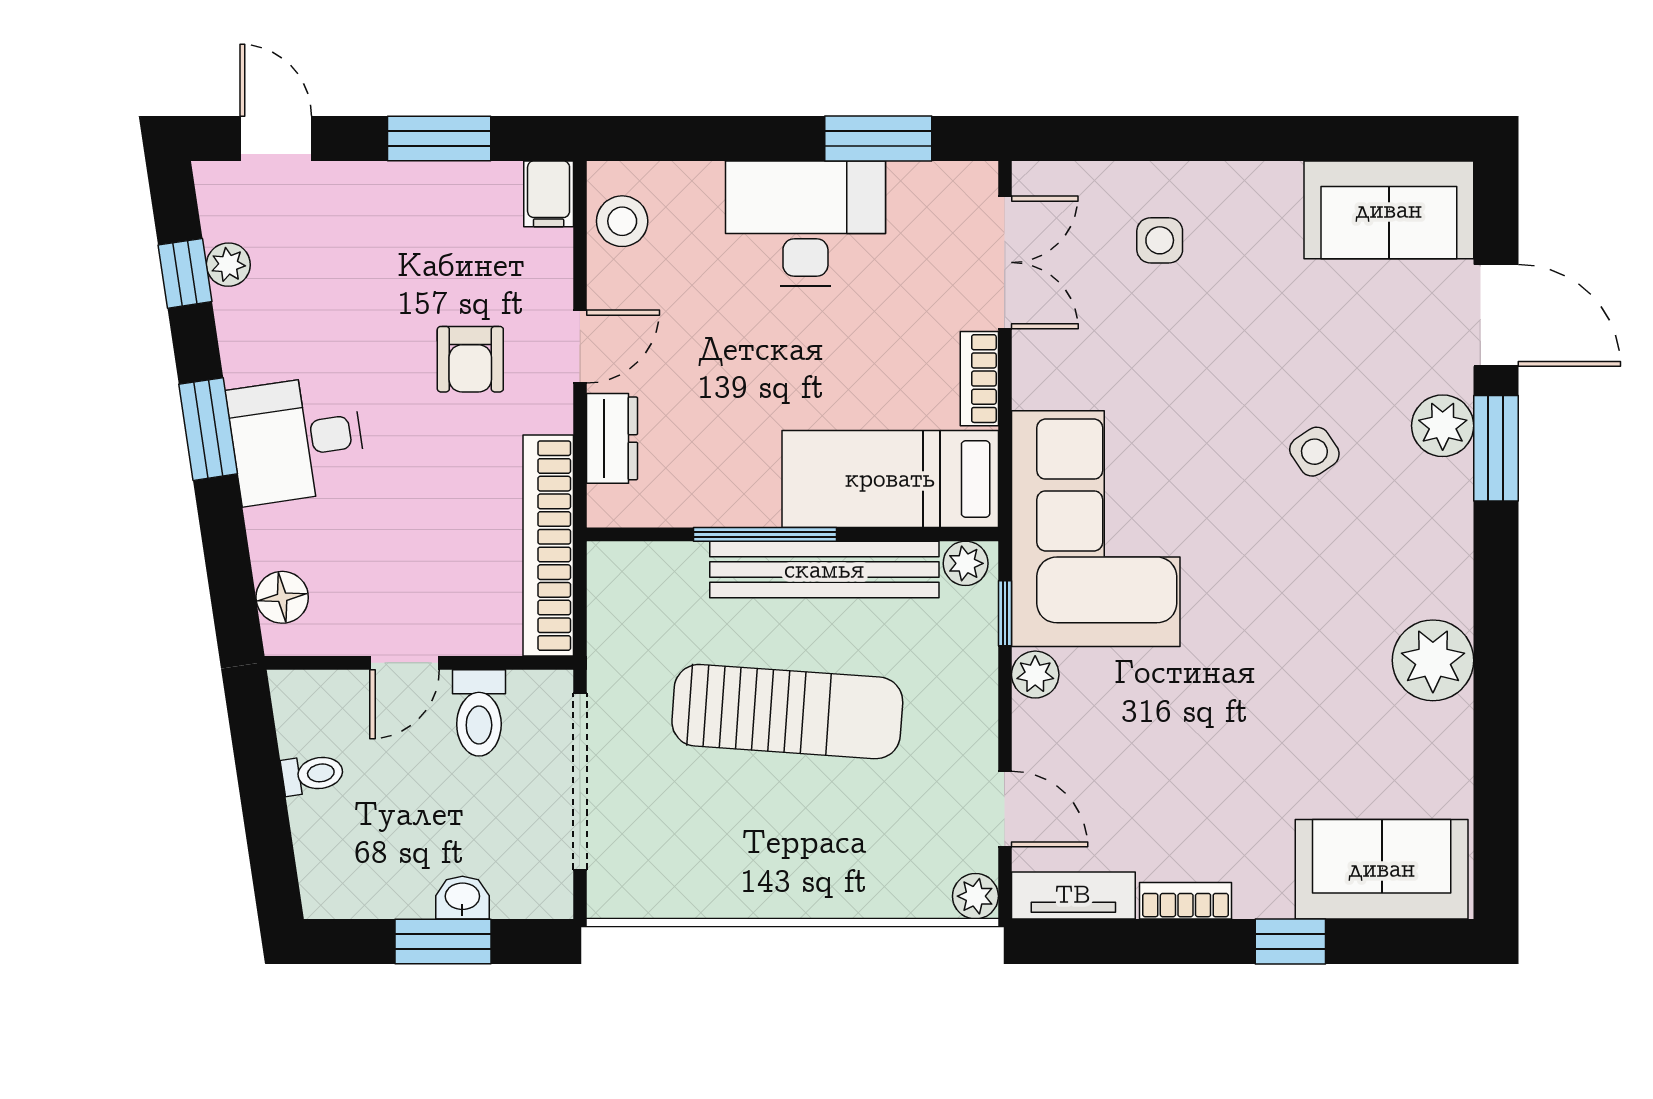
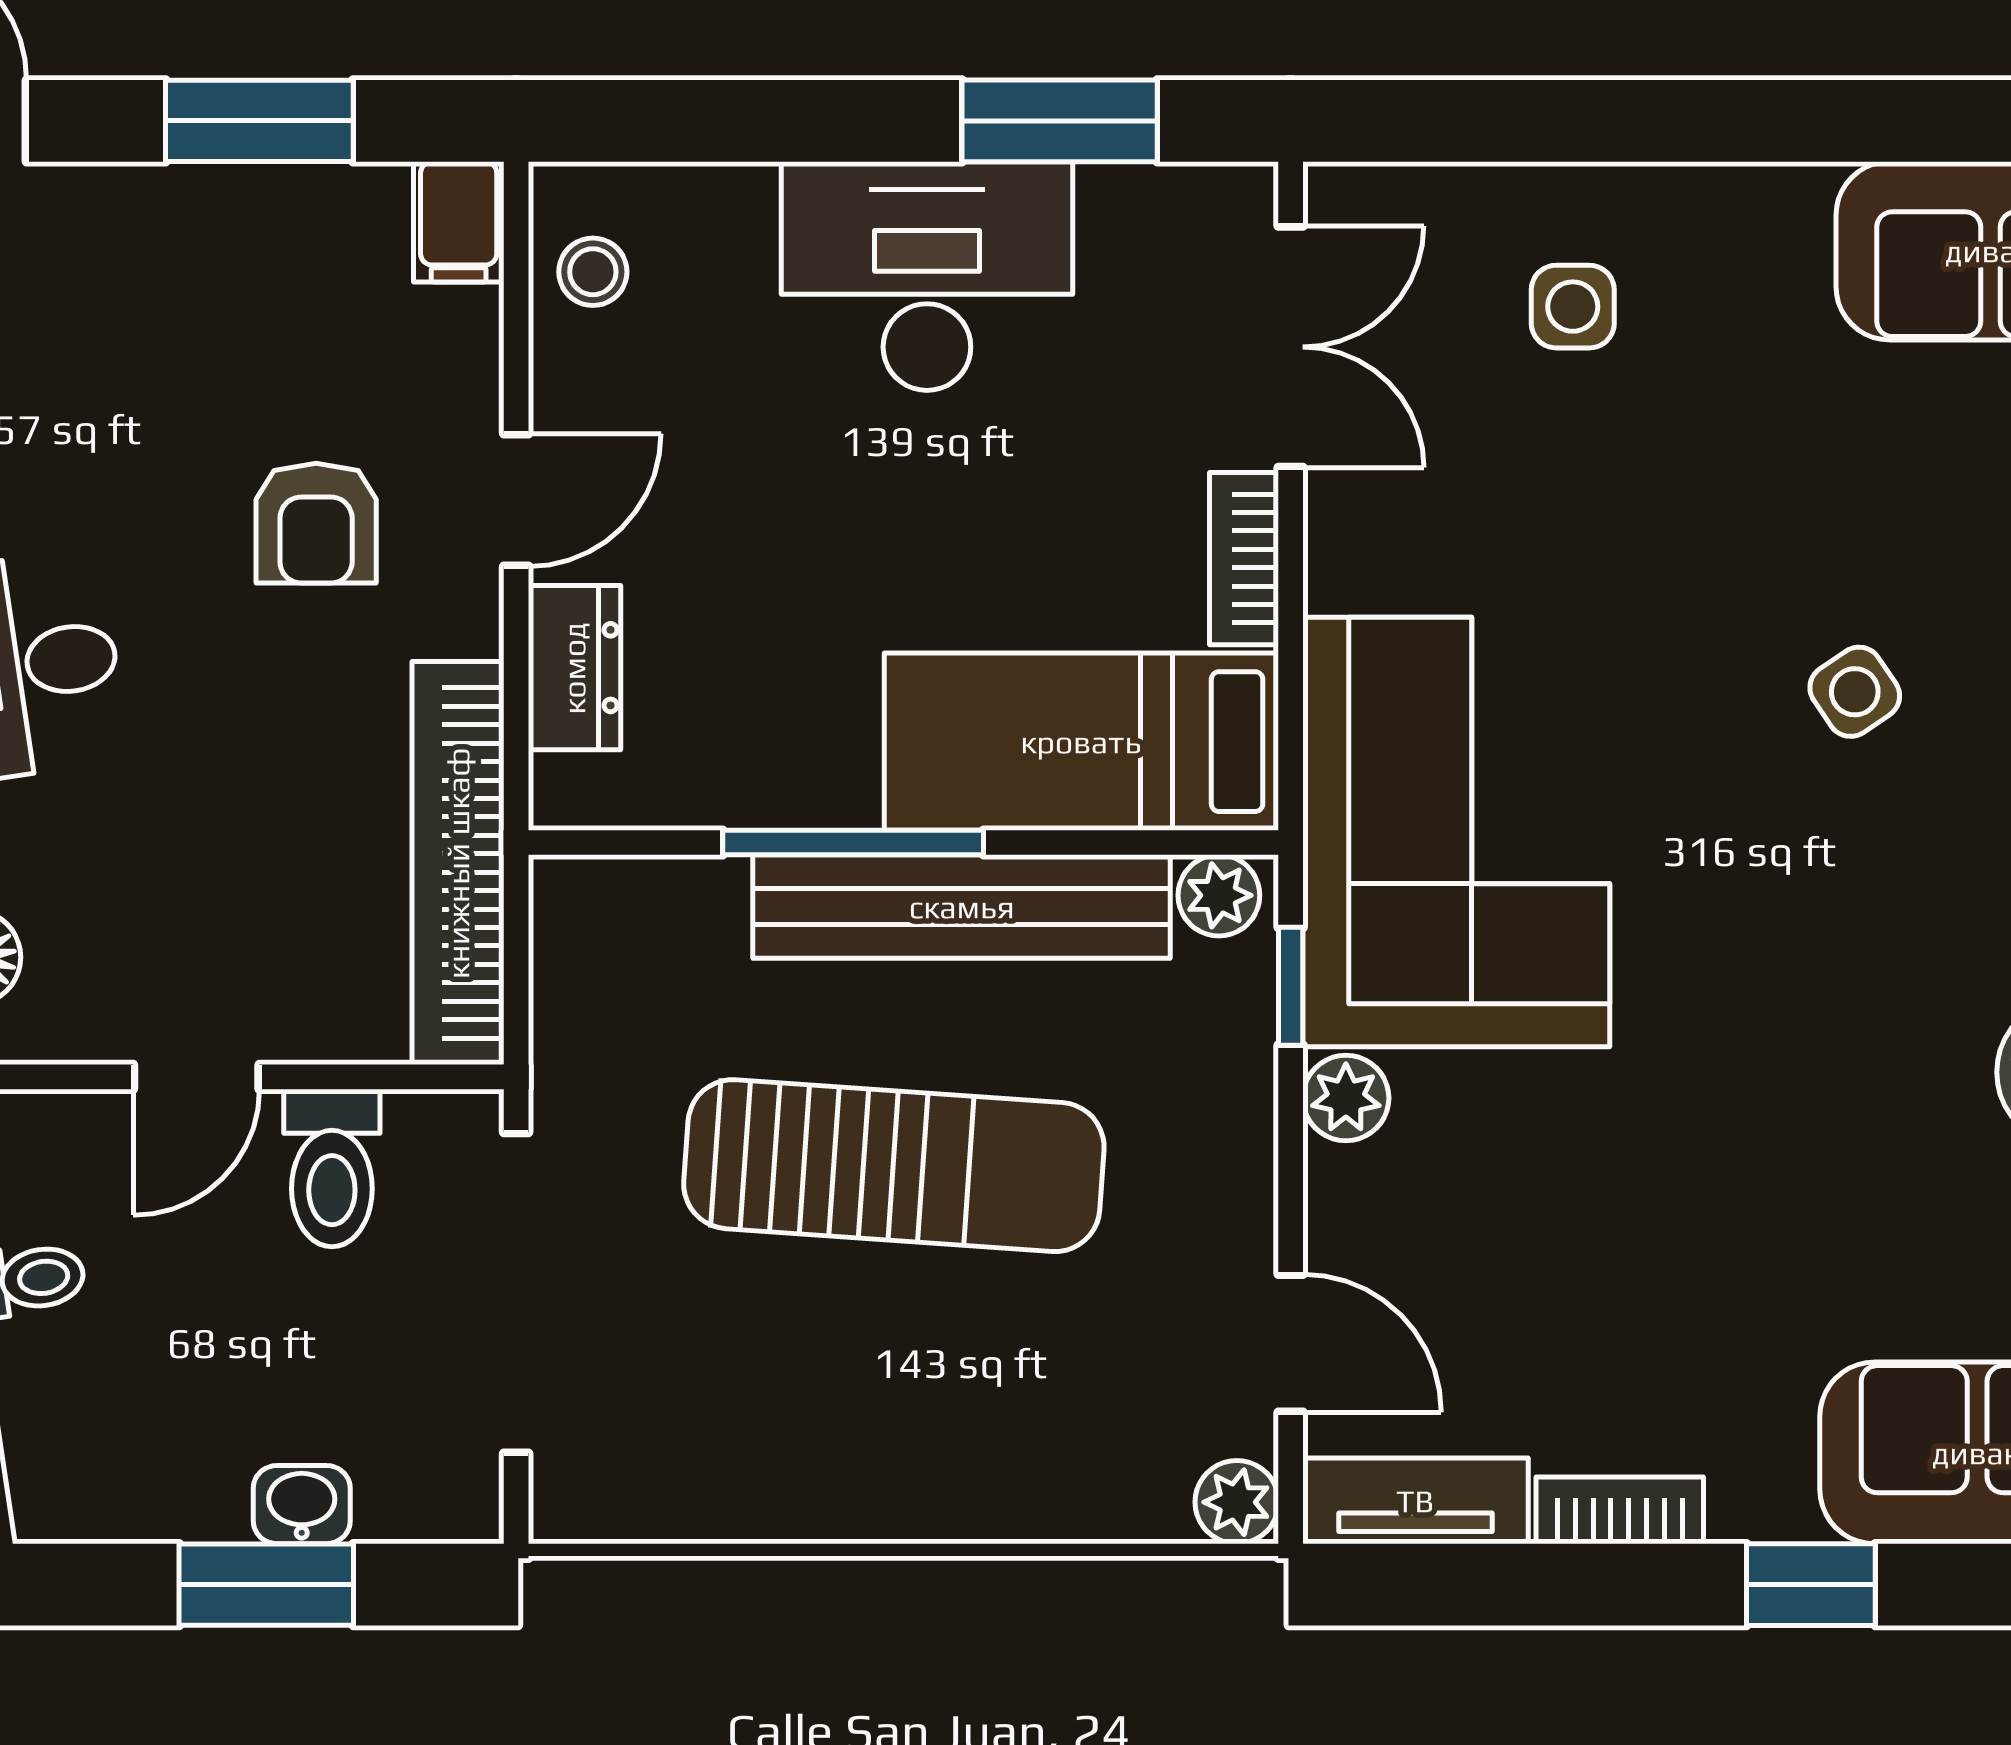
stool: (622, 221) -> (593, 272), width x0.73, depth x0.73

